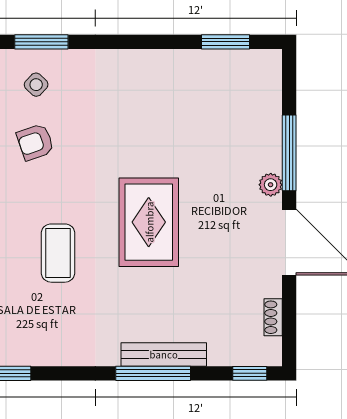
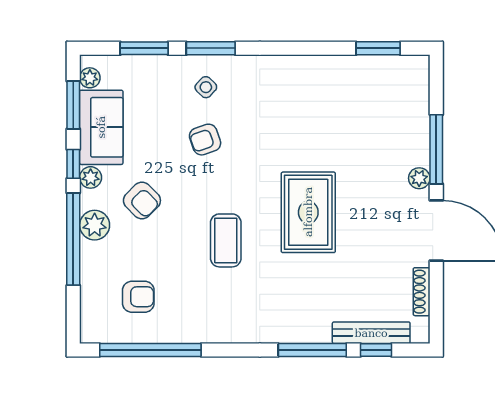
shoe rack: (273, 317) -> (422, 292), width x1.43
bench: (164, 354) -> (371, 333), moved
window: (250, 373) -> (376, 350), moved

